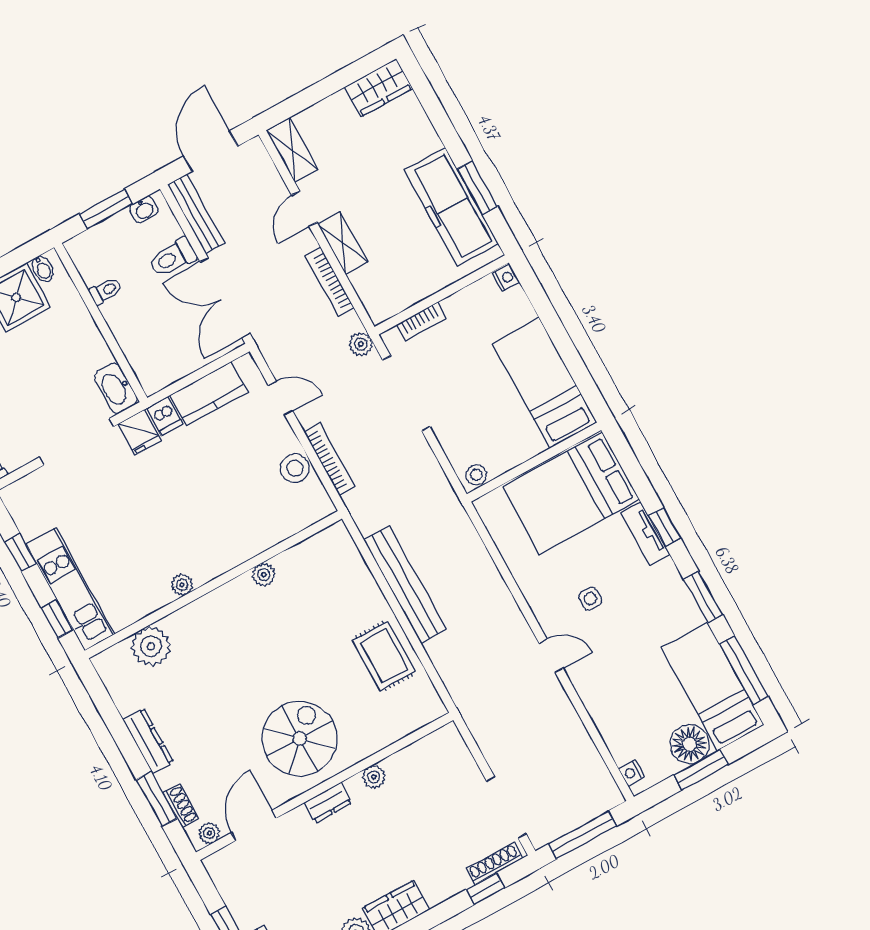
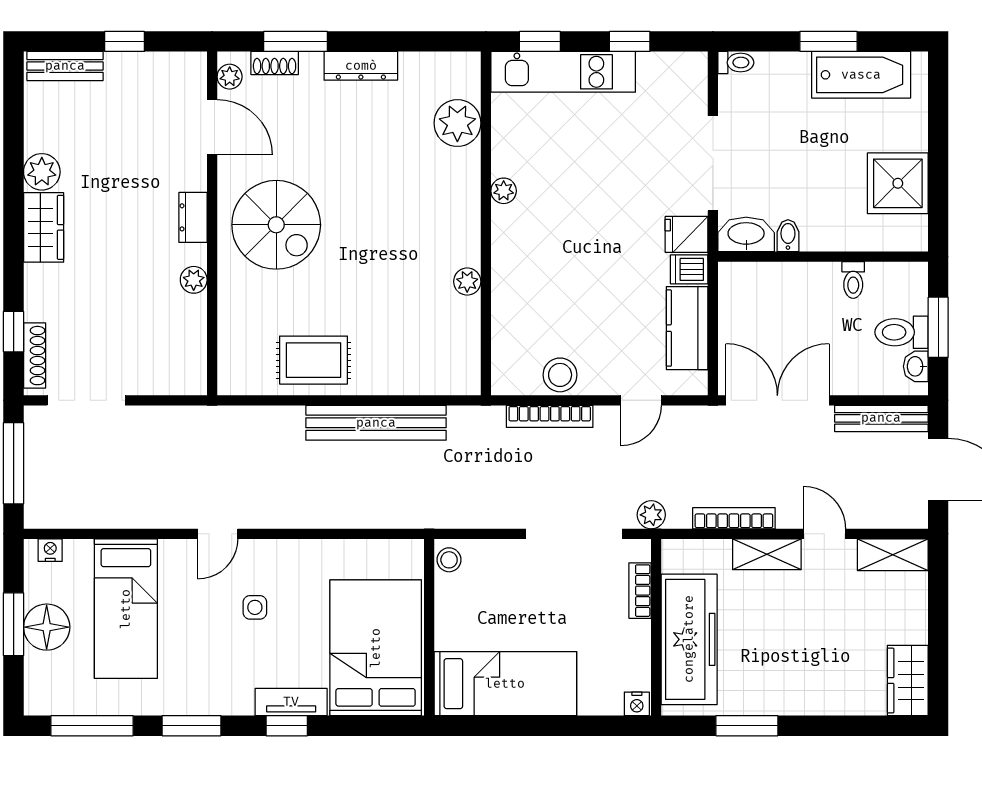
freezer: (451, 207) -> (689, 639), moved, turned 90
toilet: (173, 258) -> (902, 332), moved, turned -90
bidet: (43, 269) -> (788, 236), moved, turned 90
bed: (713, 686) -> (126, 609), moved, turned 90

